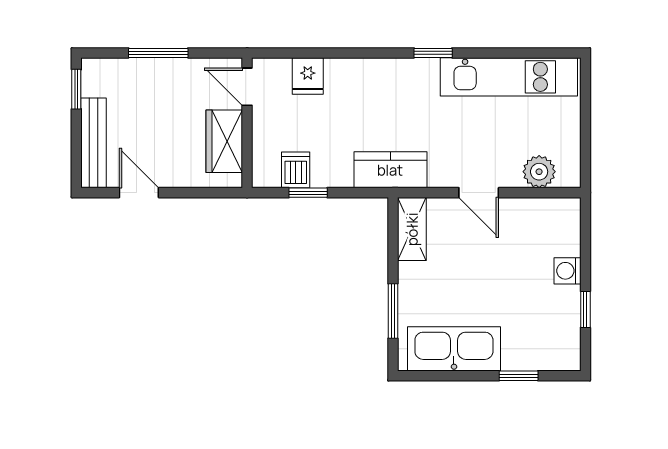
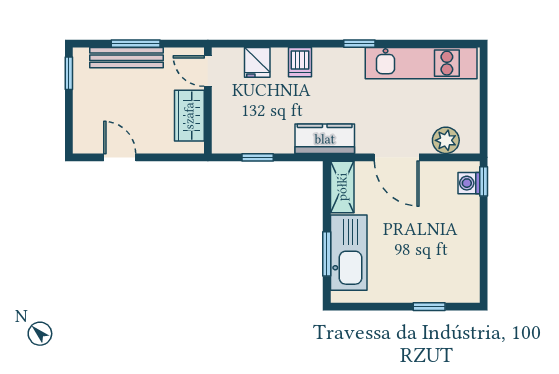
bench: (94, 143) -> (126, 58), moved, turned 90
dishwasher: (296, 170) -> (300, 62), moved, turned 180
door: (479, 193) -> (397, 157), width x1.38
washing machine: (567, 271) -> (469, 183), moved
window: (585, 309) -> (484, 181), moved
kitchen sink: (454, 349) -> (349, 253), moved, turned 90

